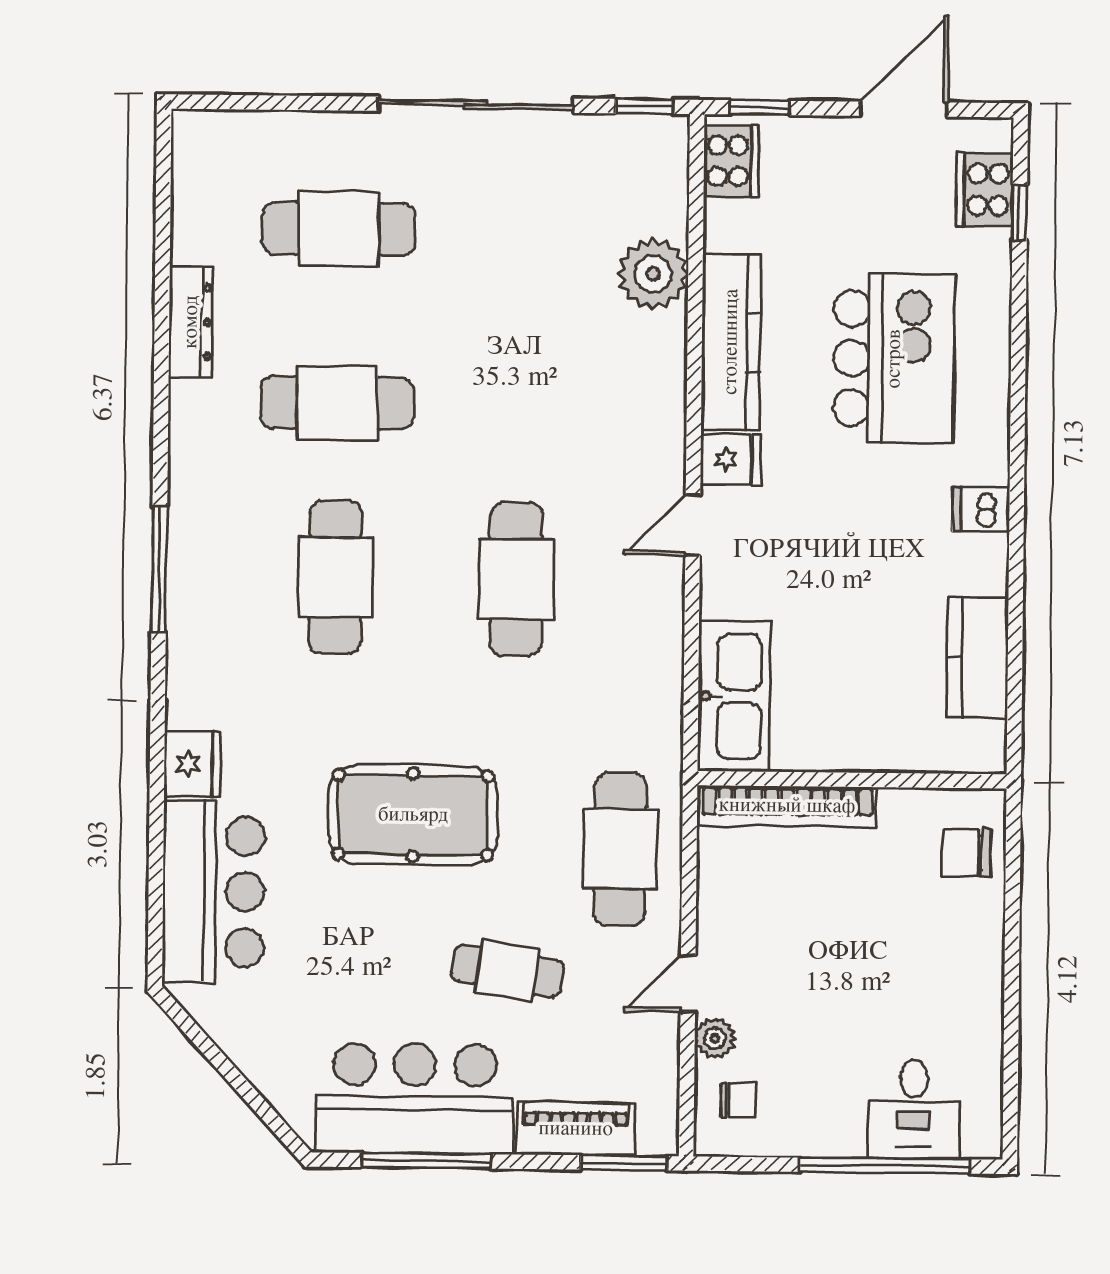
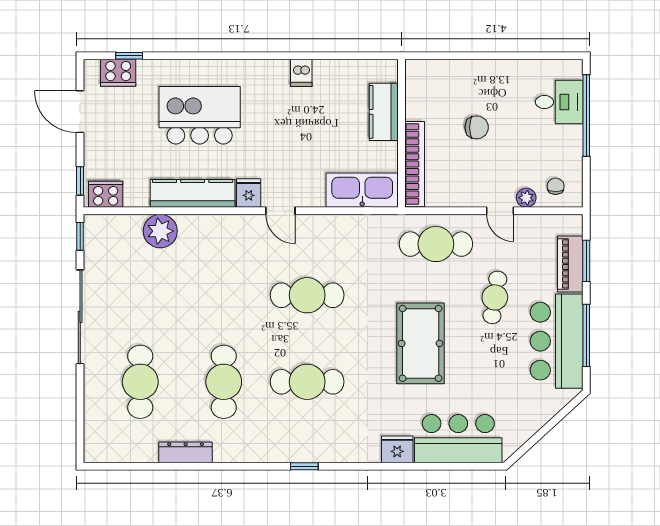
dishwasher: (981, 510) -> (301, 73), moved
window: (159, 569) -> (304, 466), width x0.46
kitchen counter: (978, 658) -> (384, 112), moved, turned 90
chair: (966, 853) -> (477, 127), moved, turned -90
window: (624, 1163) -> (586, 261), moved

